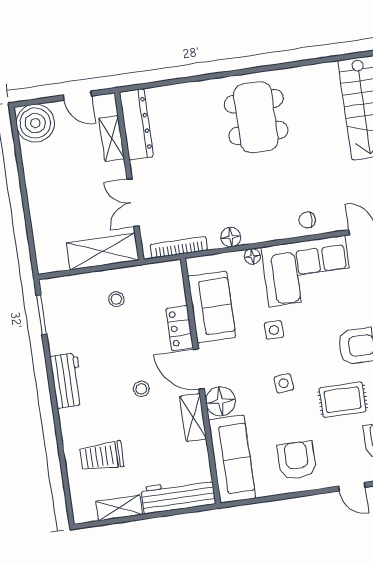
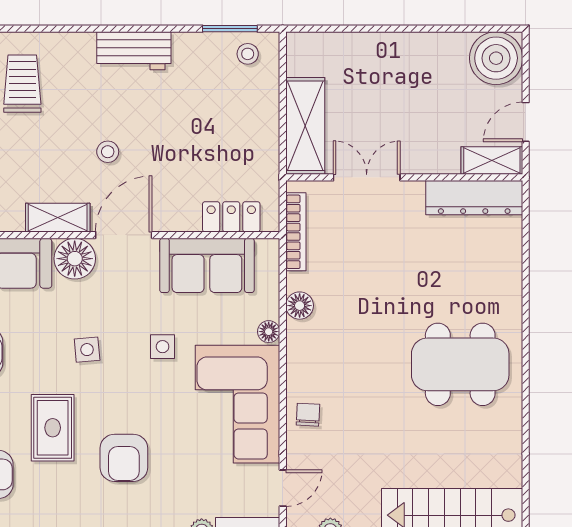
shelving: (112, 138) -> (492, 161), moved
stool: (116, 299) -> (248, 54), moved
locker: (180, 328) -> (231, 217), moved

